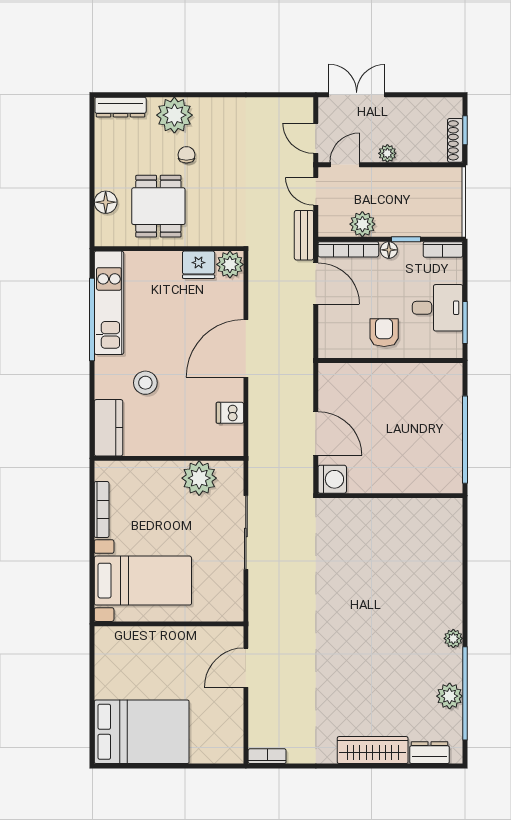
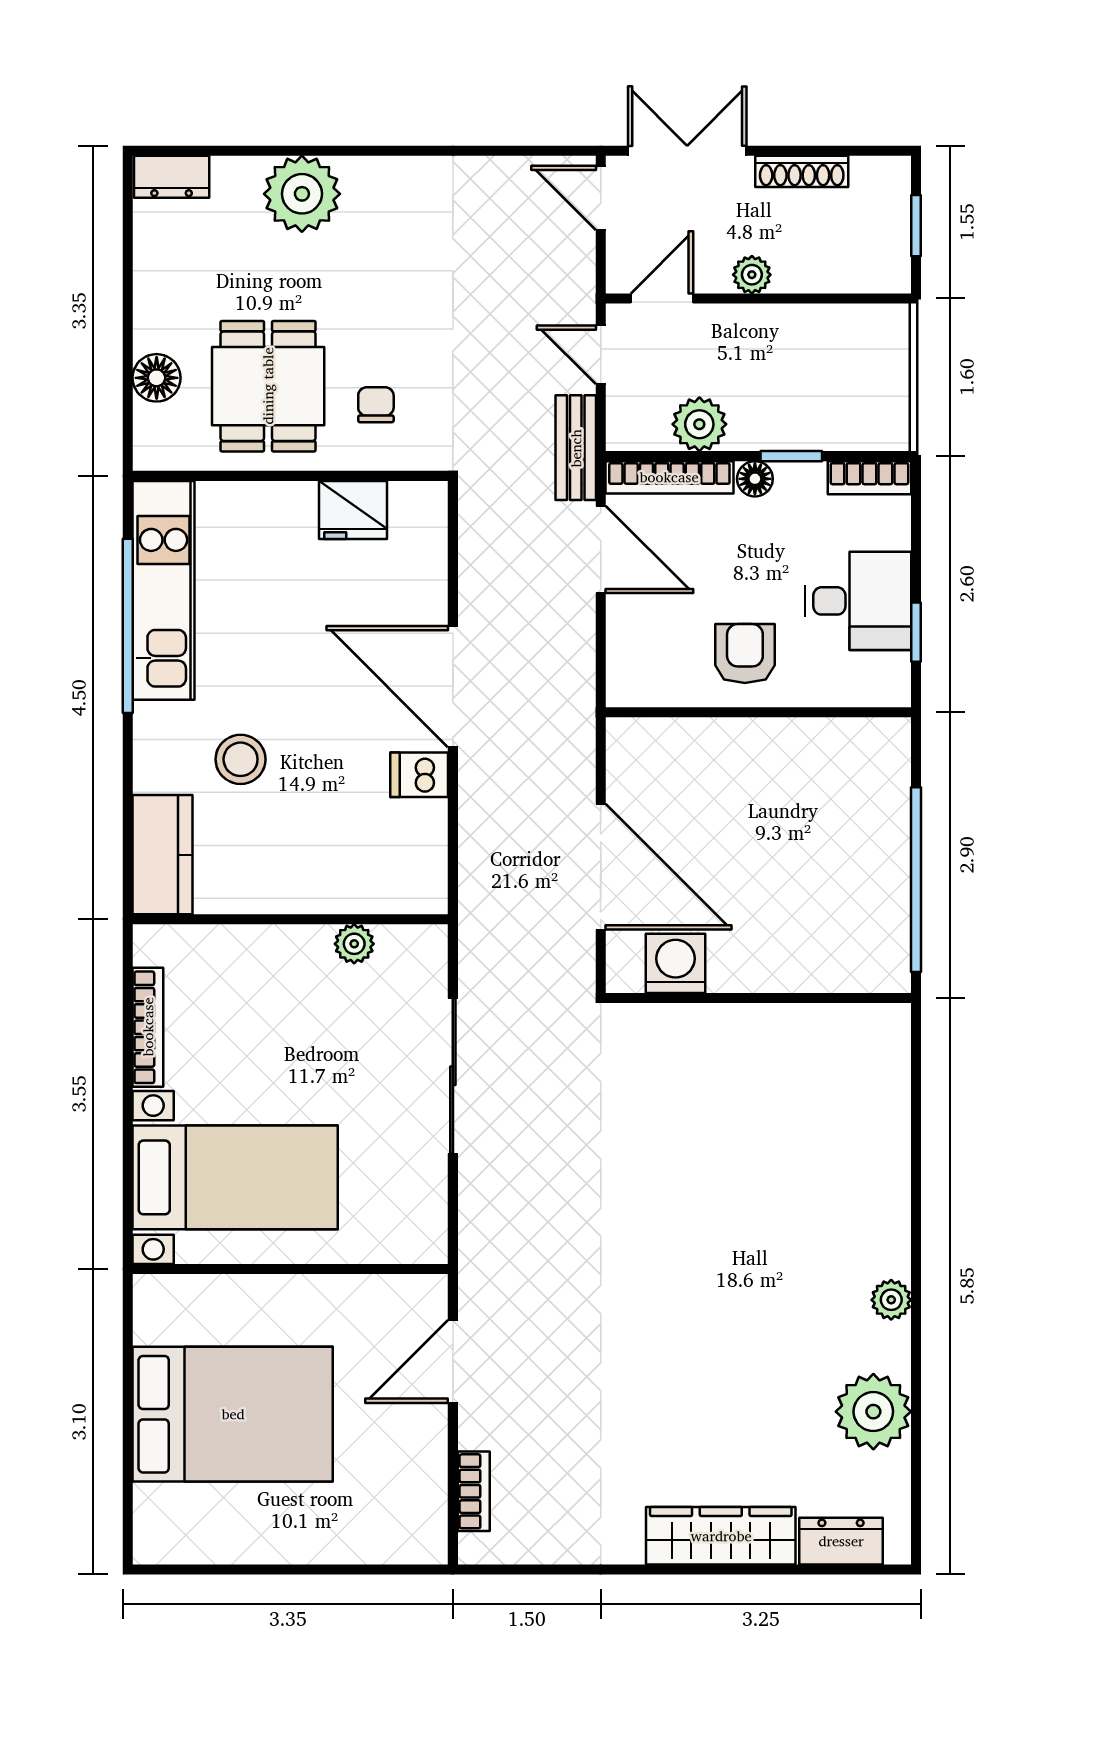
dresser: (121, 107) -> (172, 177), width x0.70
door: (316, 138) -> (601, 198), moved
shoe rack: (455, 140) -> (802, 171), moved, turned -90
chair: (186, 155) -> (376, 405), moved
plant: (230, 264) -> (419, 509), removed
window: (465, 323) -> (916, 632), width x0.67
door: (246, 348) -> (453, 687), hinge flipped
dishwasher: (230, 413) -> (419, 775), moved
door: (316, 434) -> (601, 867), width x1.36
plant: (199, 478) -> (354, 944), width x0.53, depth x0.53
washing machine: (332, 479) -> (676, 963), moved, turned -90
window: (465, 693) -> (916, 1416), removed
plant: (450, 696) -> (873, 1412), width x1.36, depth x1.36
bed: (142, 732) -> (233, 1414), moved
bookcase: (267, 756) -> (474, 1491), moved, turned 90

